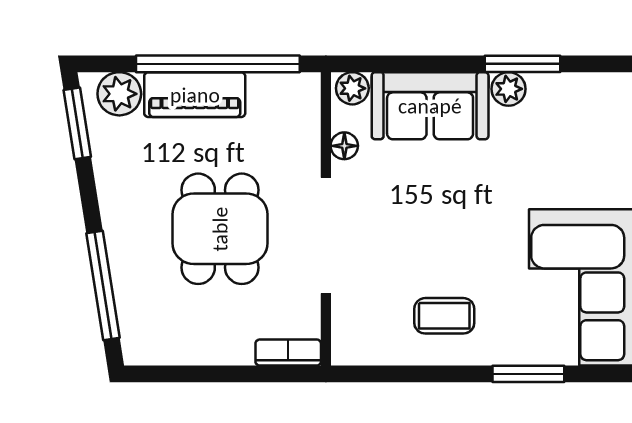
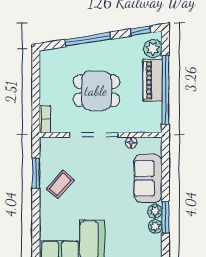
plant: (352, 88) -> (155, 226), moved
window: (77, 123) -> (141, 31), width x0.67
window: (103, 285) -> (88, 39), moved
coffee table: (444, 316) -> (60, 184), turned 41
window: (528, 374) -> (36, 173), moved

